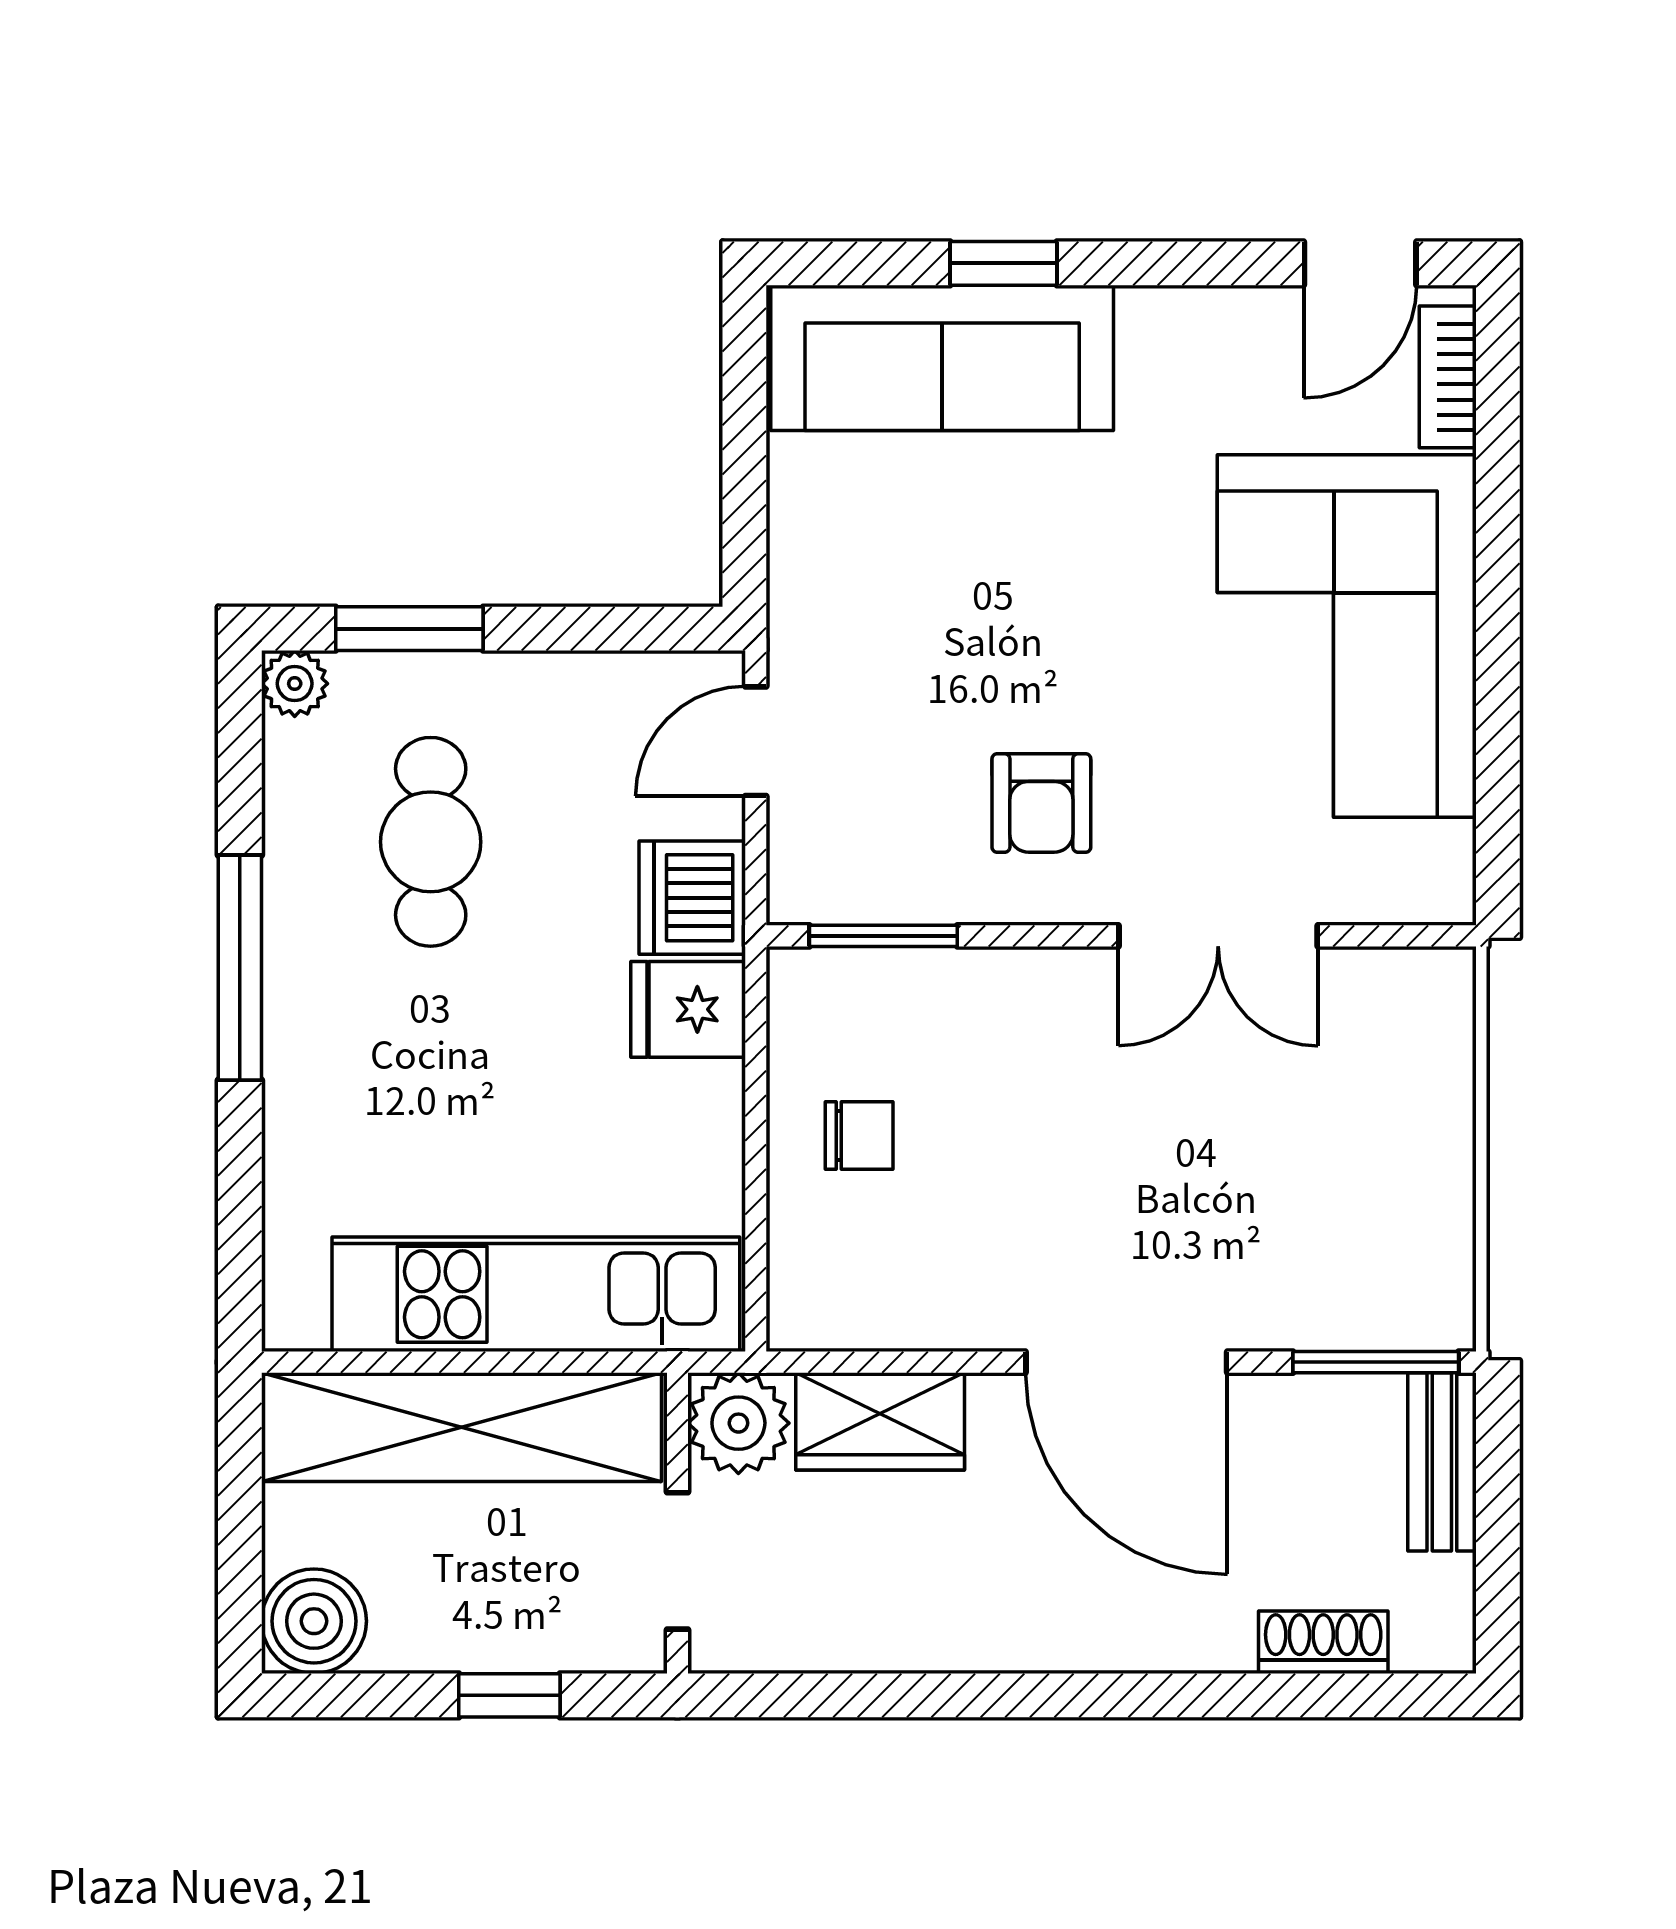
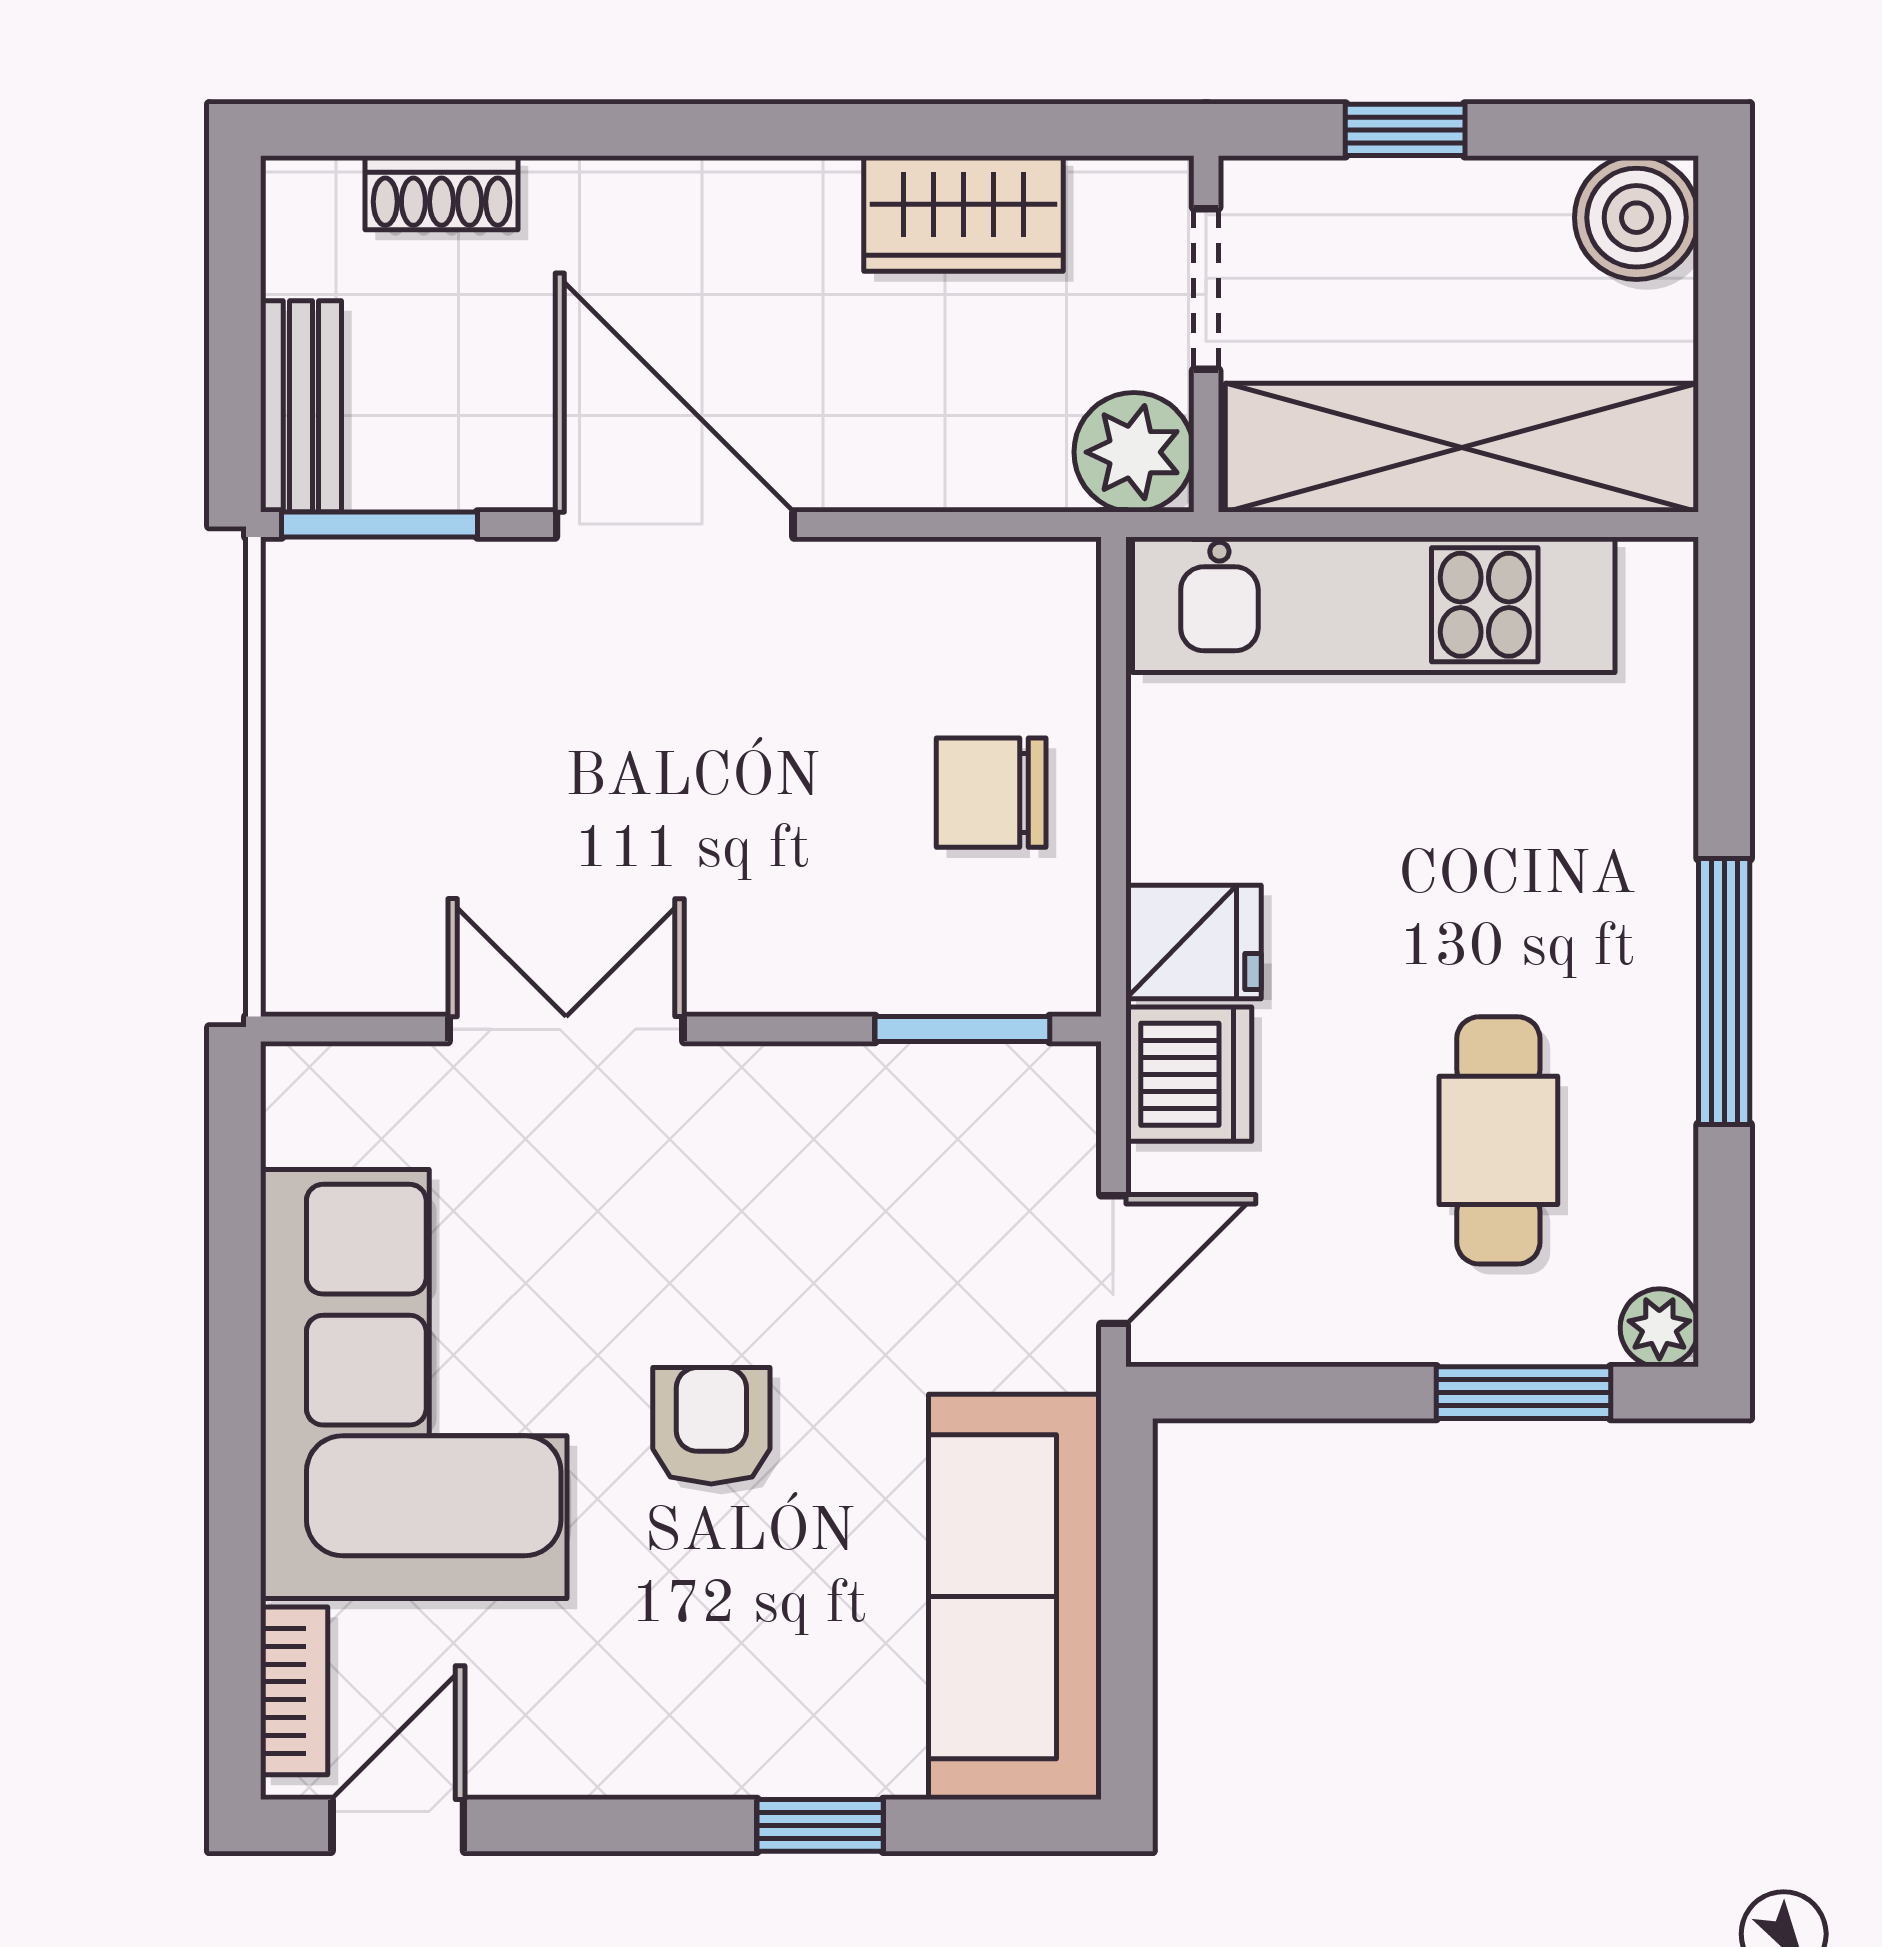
sofa: (942, 358) -> (1015, 1597), moved, turned -90
armchair: (1041, 803) -> (711, 1426), moved
chair: (859, 1135) -> (991, 793), width x1.37, depth x1.37
wardrobe: (880, 1421) -> (964, 213), moved, turned 180

